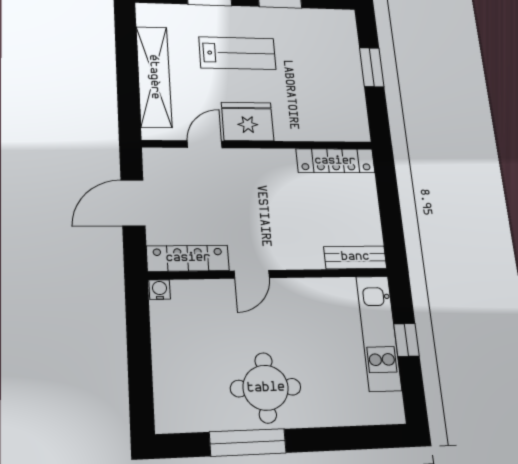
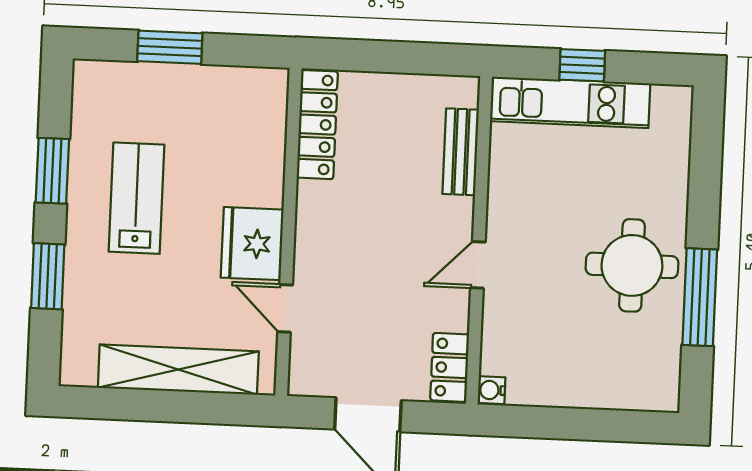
lab bench: (237, 53) -> (137, 198), moved
bench: (355, 257) -> (461, 152), moved
locker: (188, 258) -> (450, 367), width x0.66
door: (252, 274) -> (478, 265), swing flipped

